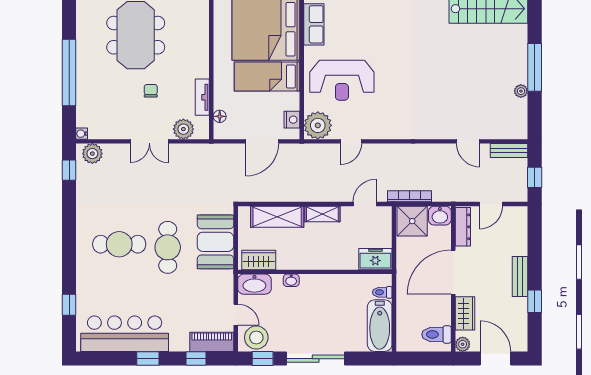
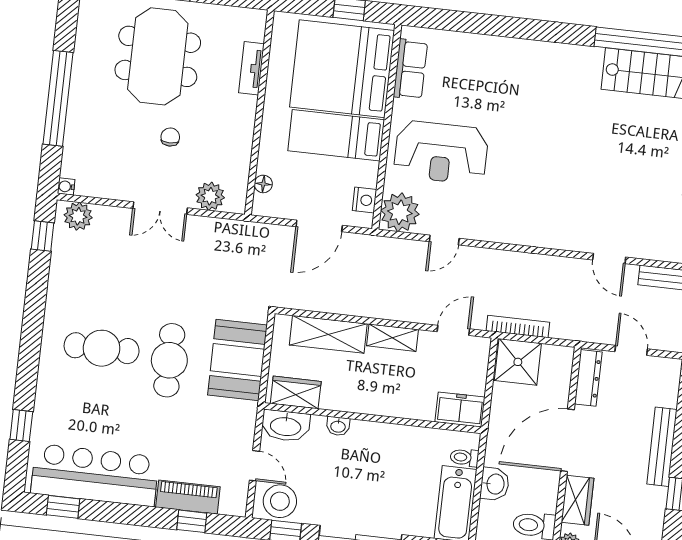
tv unit: (202, 97) -> (251, 68), moved
door: (491, 204) -> (631, 350), swing flipped
washbasin: (440, 216) -> (495, 484), moved, turned -90
bench: (520, 277) -> (662, 447), width x1.36
piano: (212, 342) -> (188, 497), moved
window: (148, 359) -> (63, 507), moved

